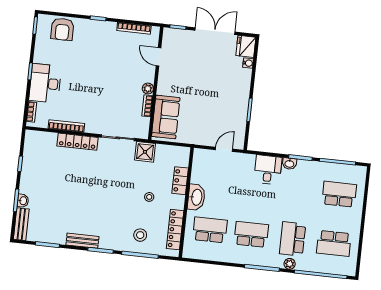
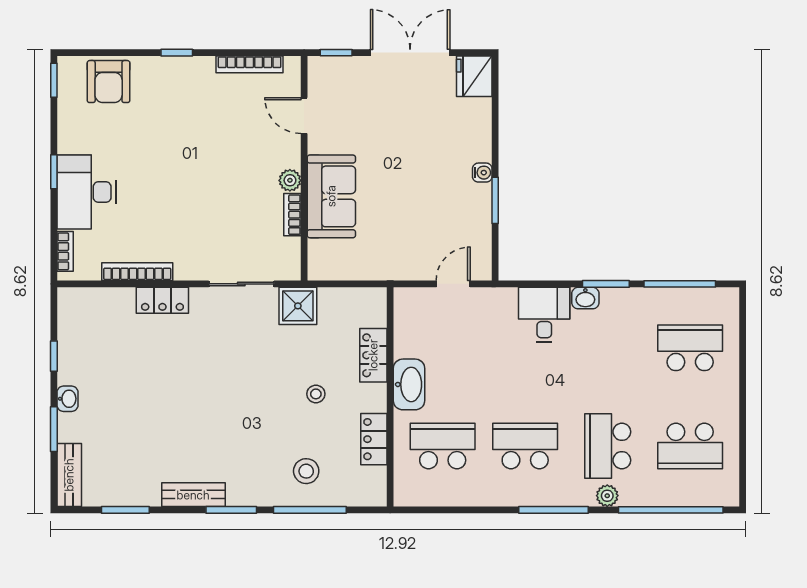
water cooler: (248, 63) -> (482, 173), moved
sofa: (166, 117) -> (331, 196), moved
locker: (77, 142) -> (162, 300), width x0.66
washbasin: (23, 201) -> (68, 399), moved
locker: (175, 230) -> (374, 439), width x0.66

